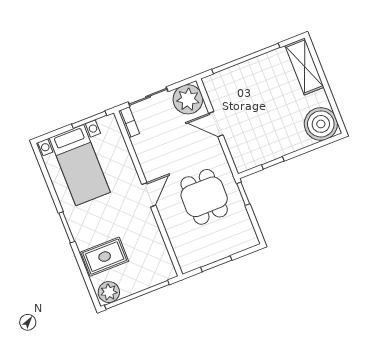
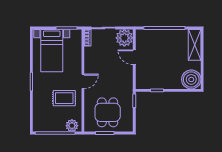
dining table: (204, 197) -> (108, 112), moved
rug: (105, 257) -> (64, 98), moved
plant: (109, 292) -> (72, 126), moved

